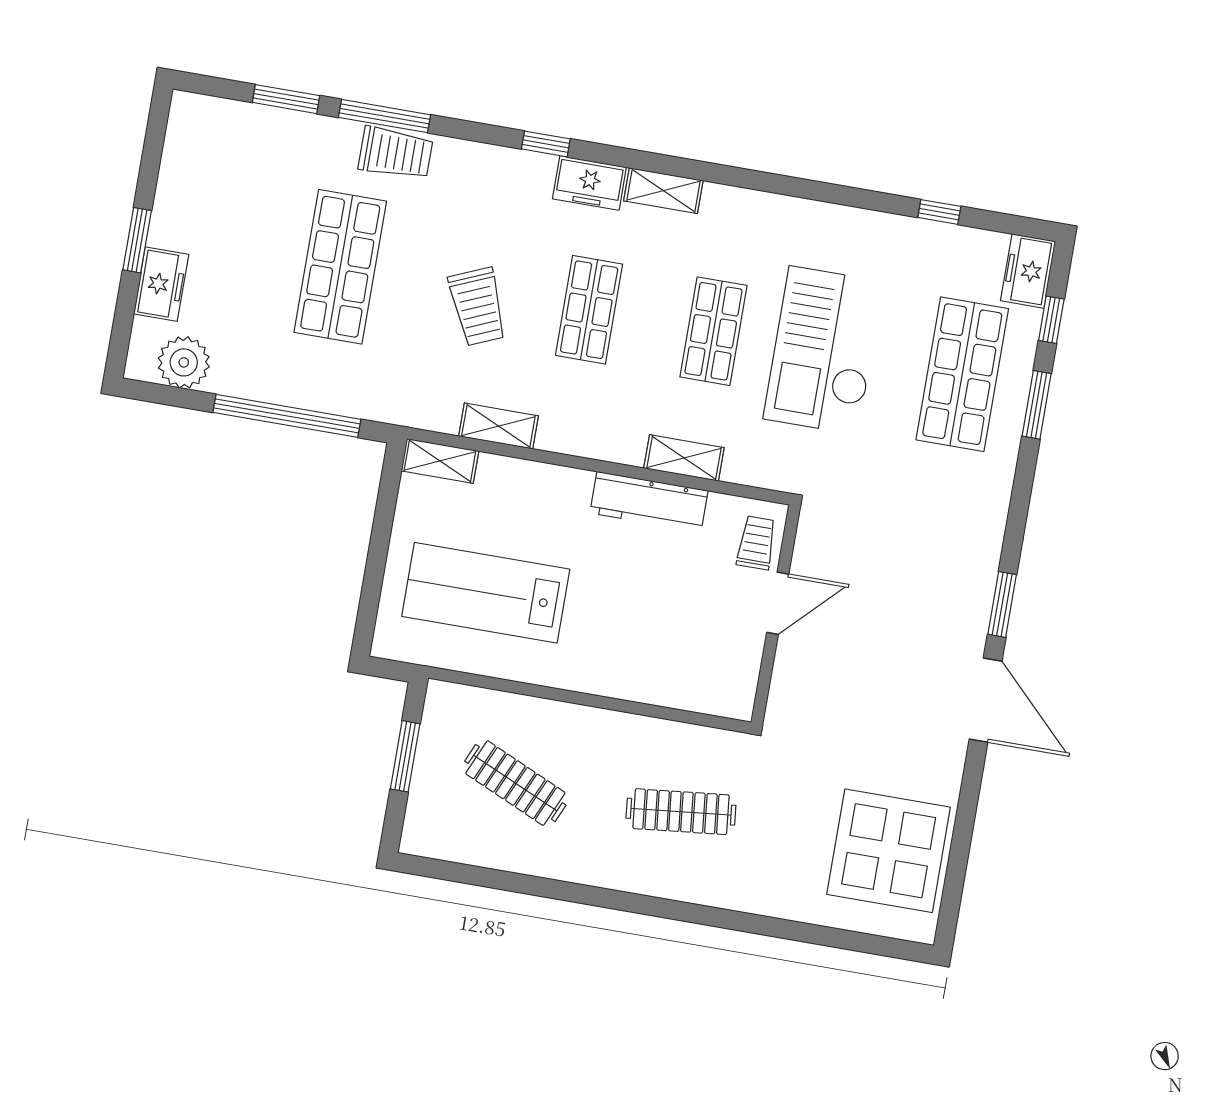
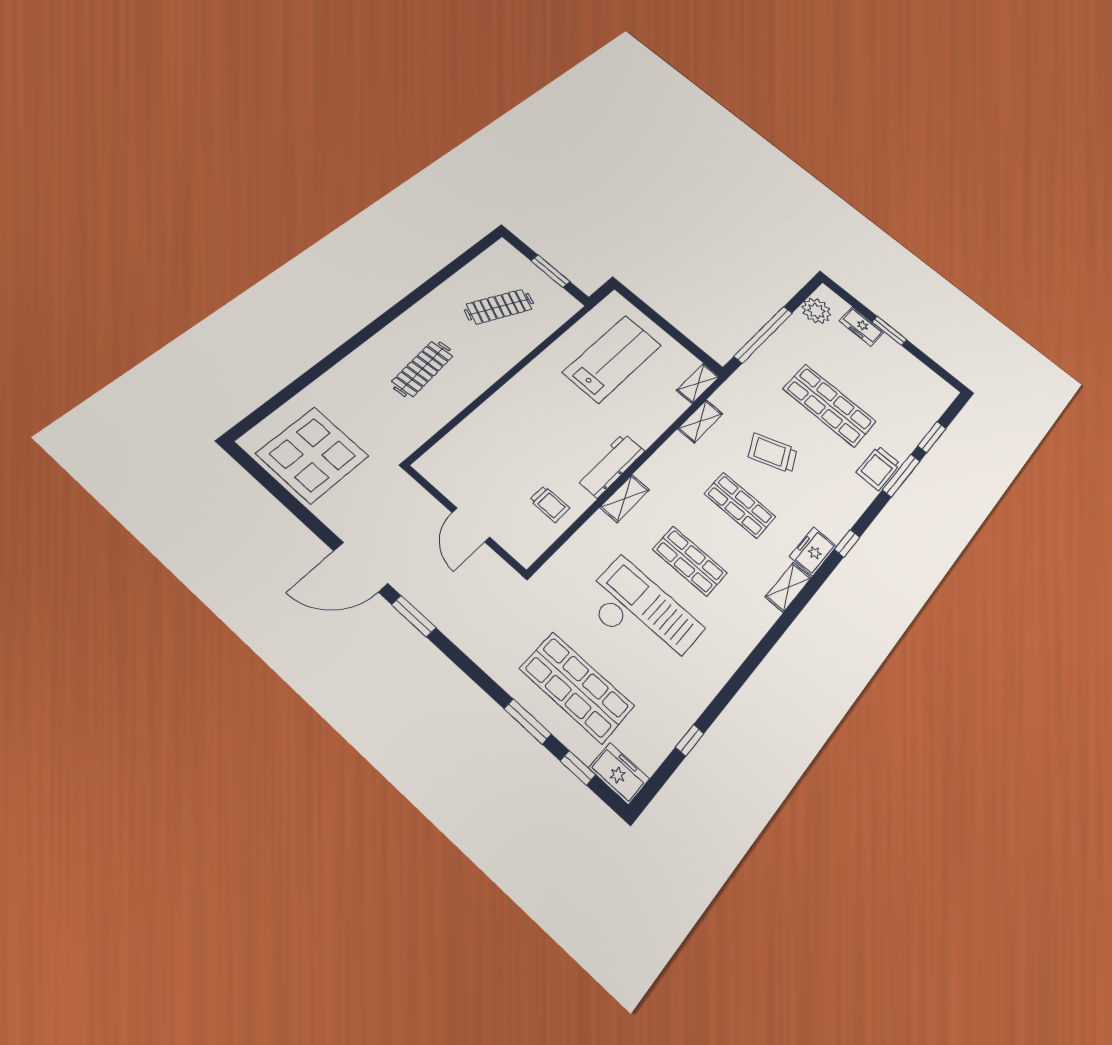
door: (778, 603) -> (471, 525), moved
wall: (776, 614) -> (465, 520), moved

